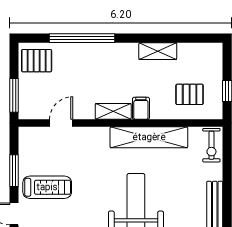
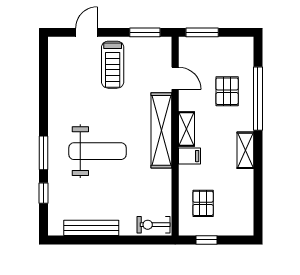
shelving: (158, 51) -> (245, 150), moved
pallet: (37, 61) -> (227, 91), moved
shelving: (149, 137) -> (161, 130), moved
window: (14, 171) -> (145, 32), moved

